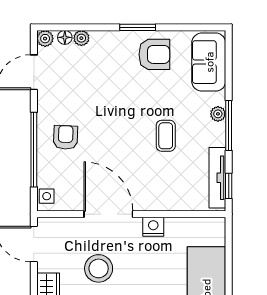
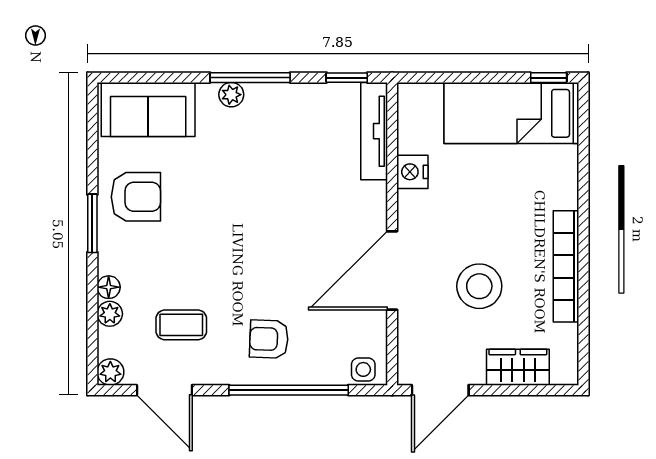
floor lamp: (65, 37) -> (109, 287), moved
armchair: (154, 54) -> (136, 197), turned 90
coffee table: (166, 136) -> (181, 325), moved
tv unit: (217, 178) -> (374, 131), moved, turned 90
nightstand: (153, 227) -> (412, 172), moved

